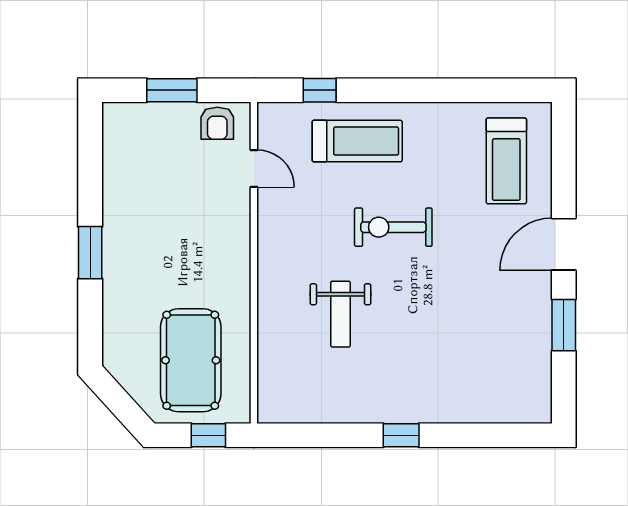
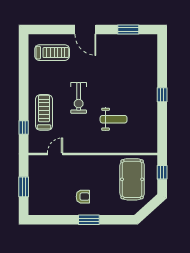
armchair: (217, 123) -> (83, 197), moved
window: (564, 325) -> (128, 30), moved
pool table: (191, 360) -> (132, 179), turned 90

